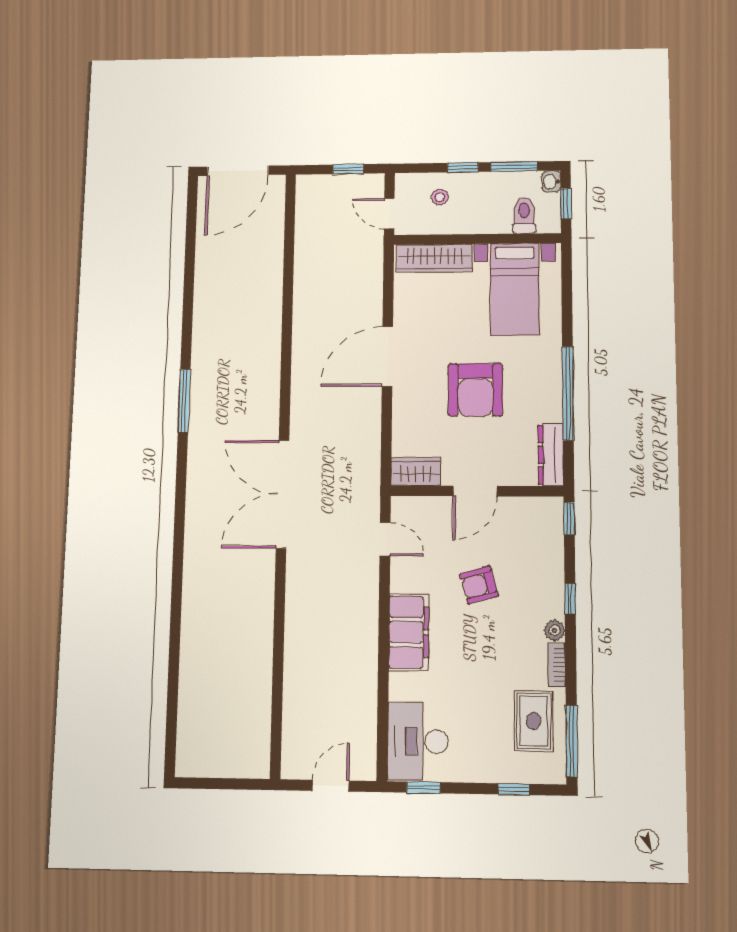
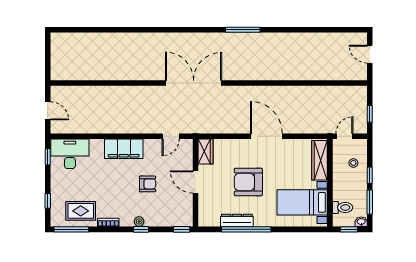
door: (238, 171) -> (370, 54), width x0.53
dresser: (551, 455) -> (237, 220), moved
armchair: (479, 585) -> (148, 184), turned 106
plant: (555, 630) -> (139, 222), moved

